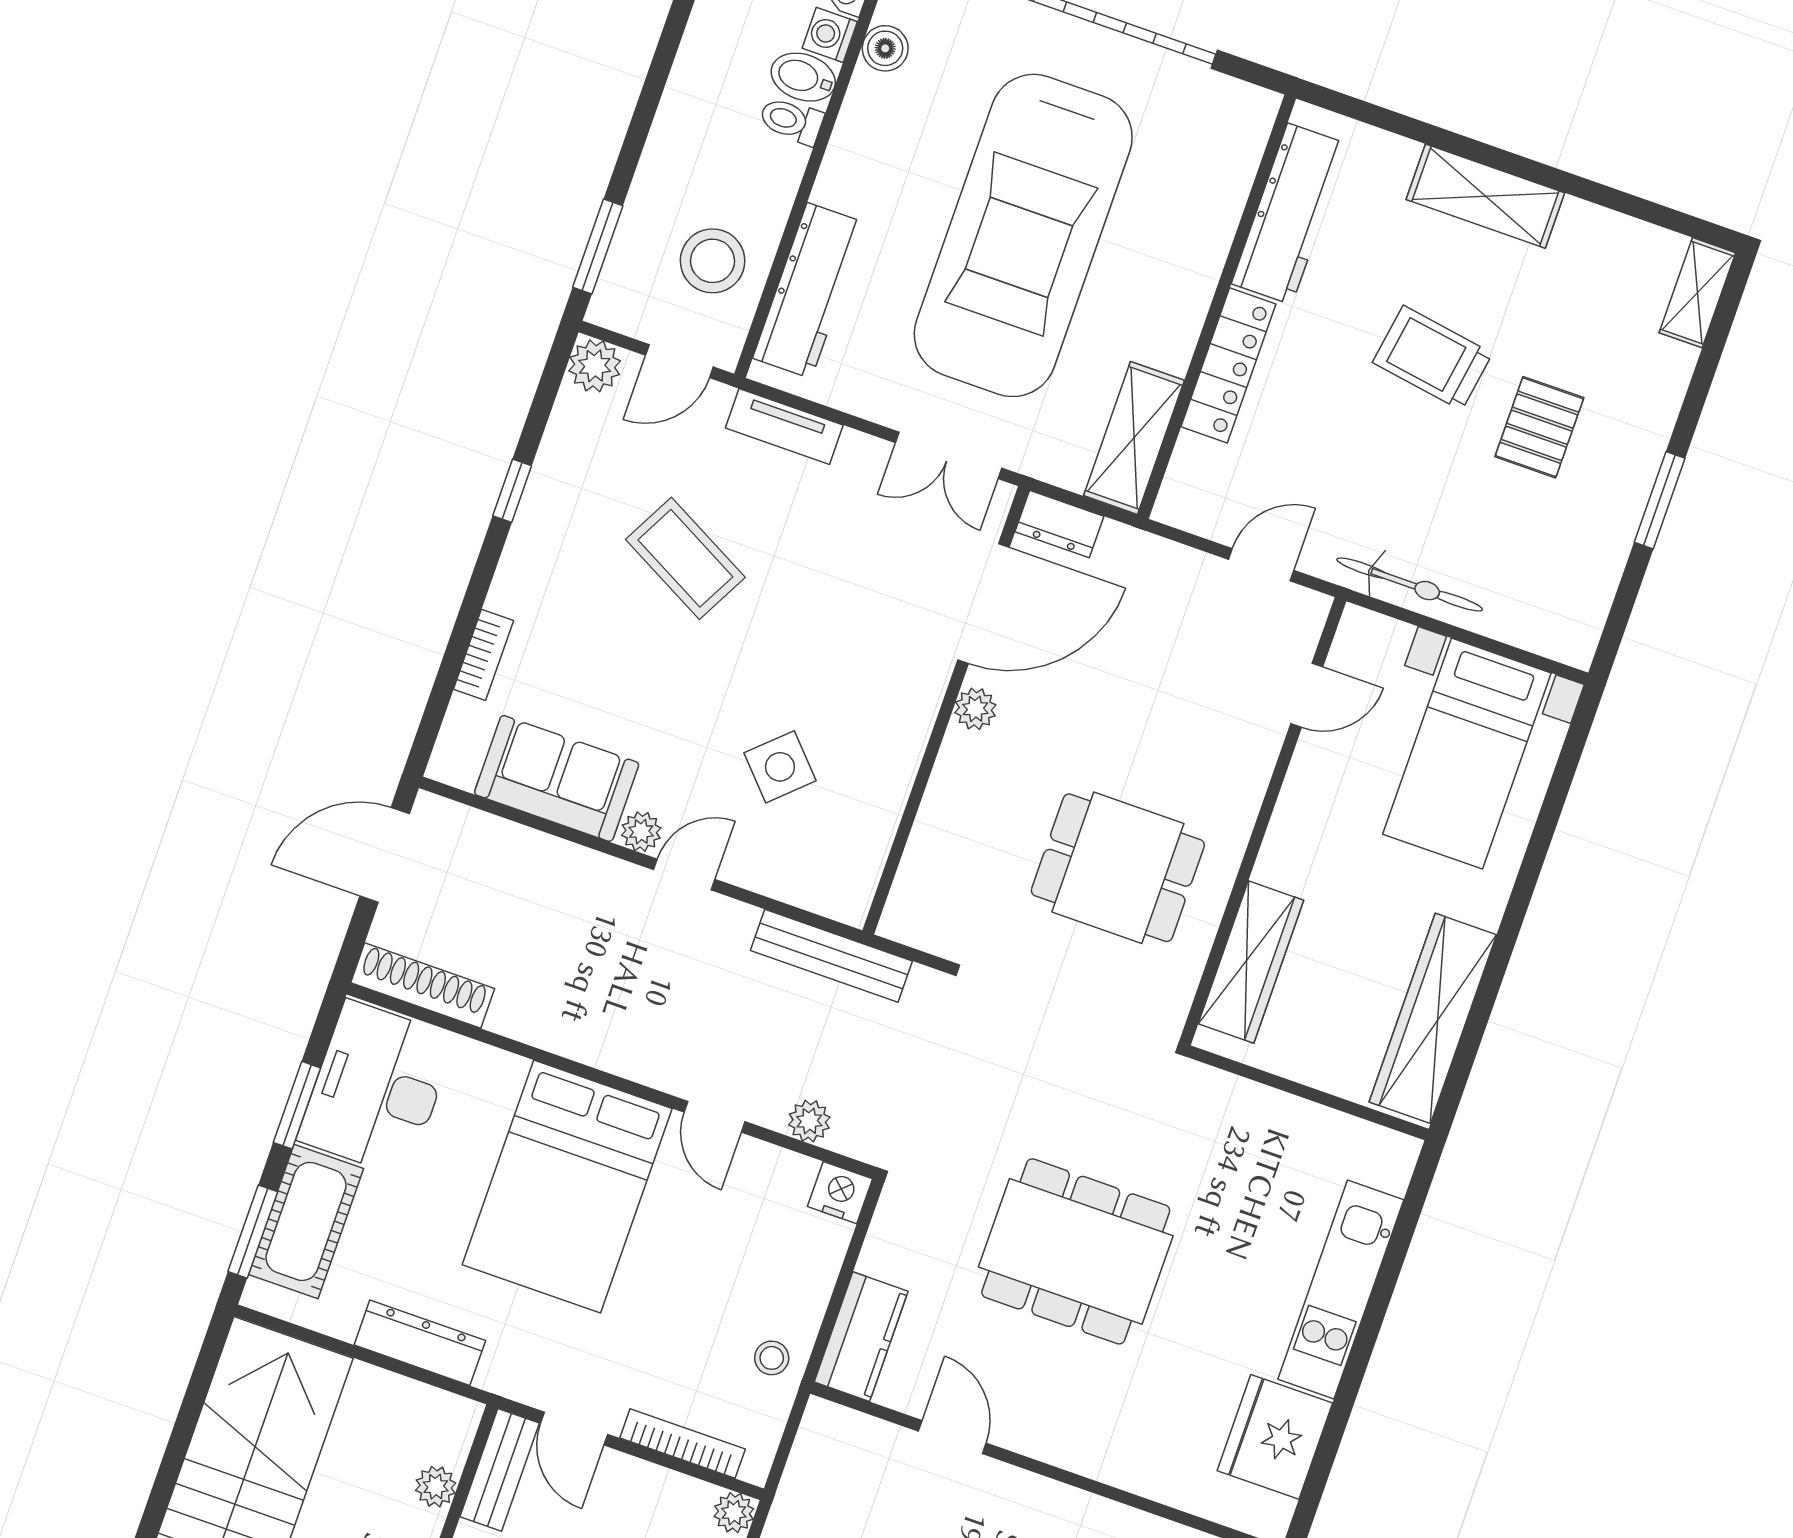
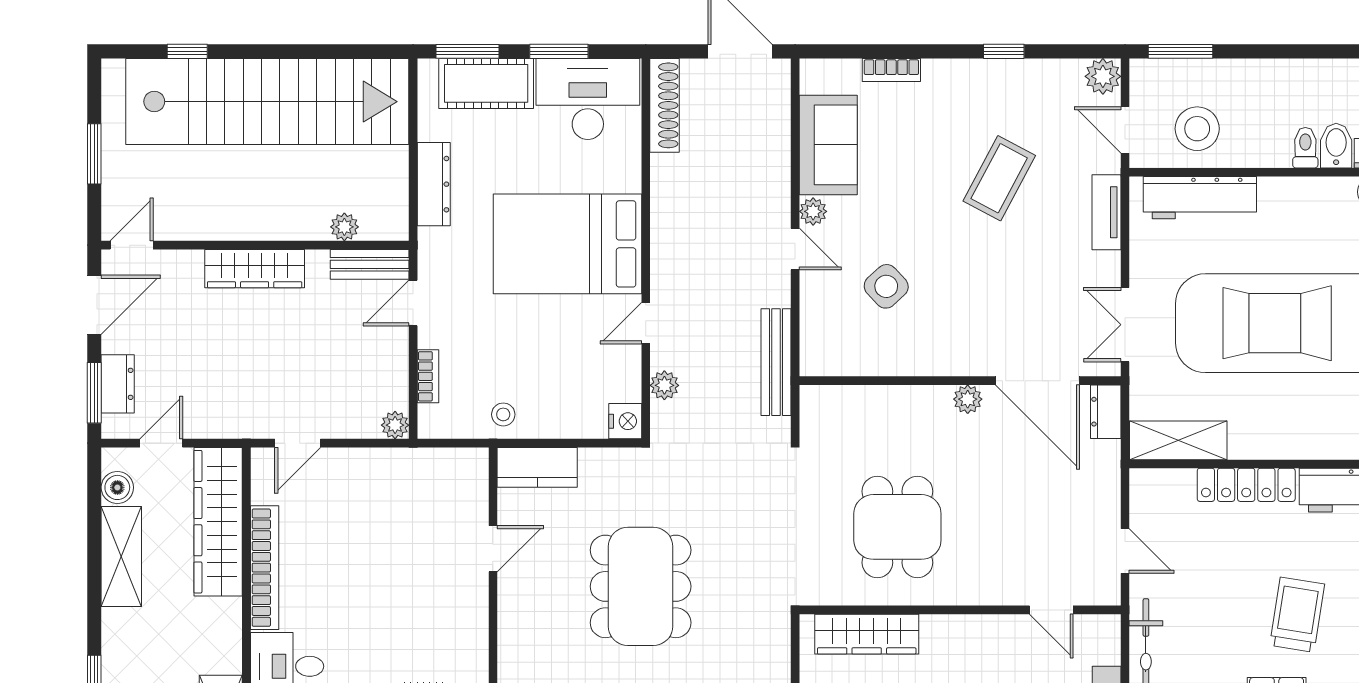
bookcase: (683, 1444) -> (428, 376), width x0.64

